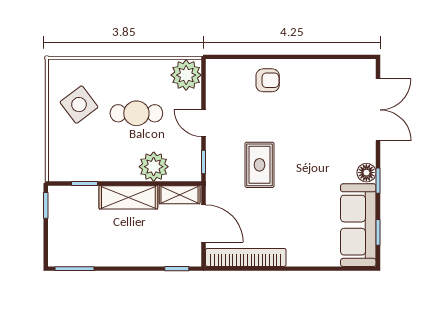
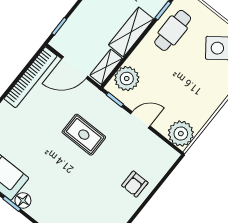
cafe table: (136, 113) -> (173, 30), moved
plant: (154, 167) -> (127, 79), moved

